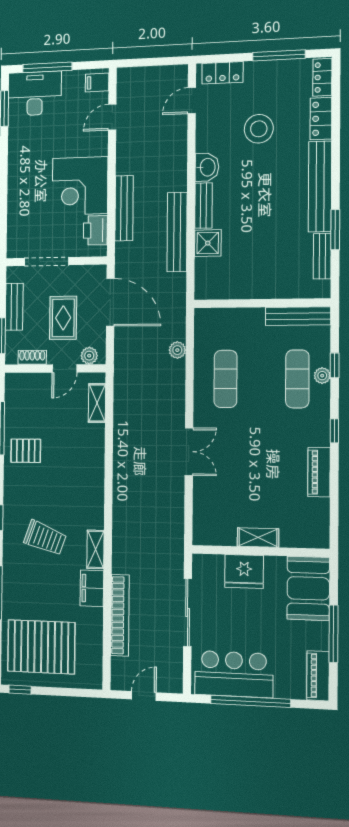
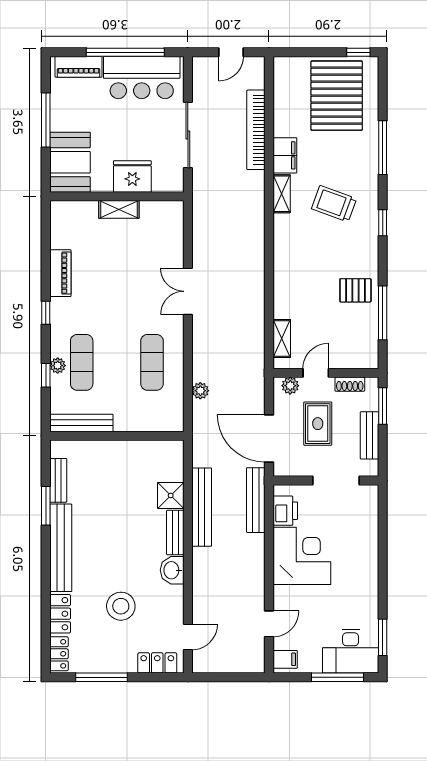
bench: (124, 208) -> (256, 500), moved
pallet: (41, 647) -> (337, 96), turned 90
piano: (318, 676) -> (79, 67), moved, turned 90

